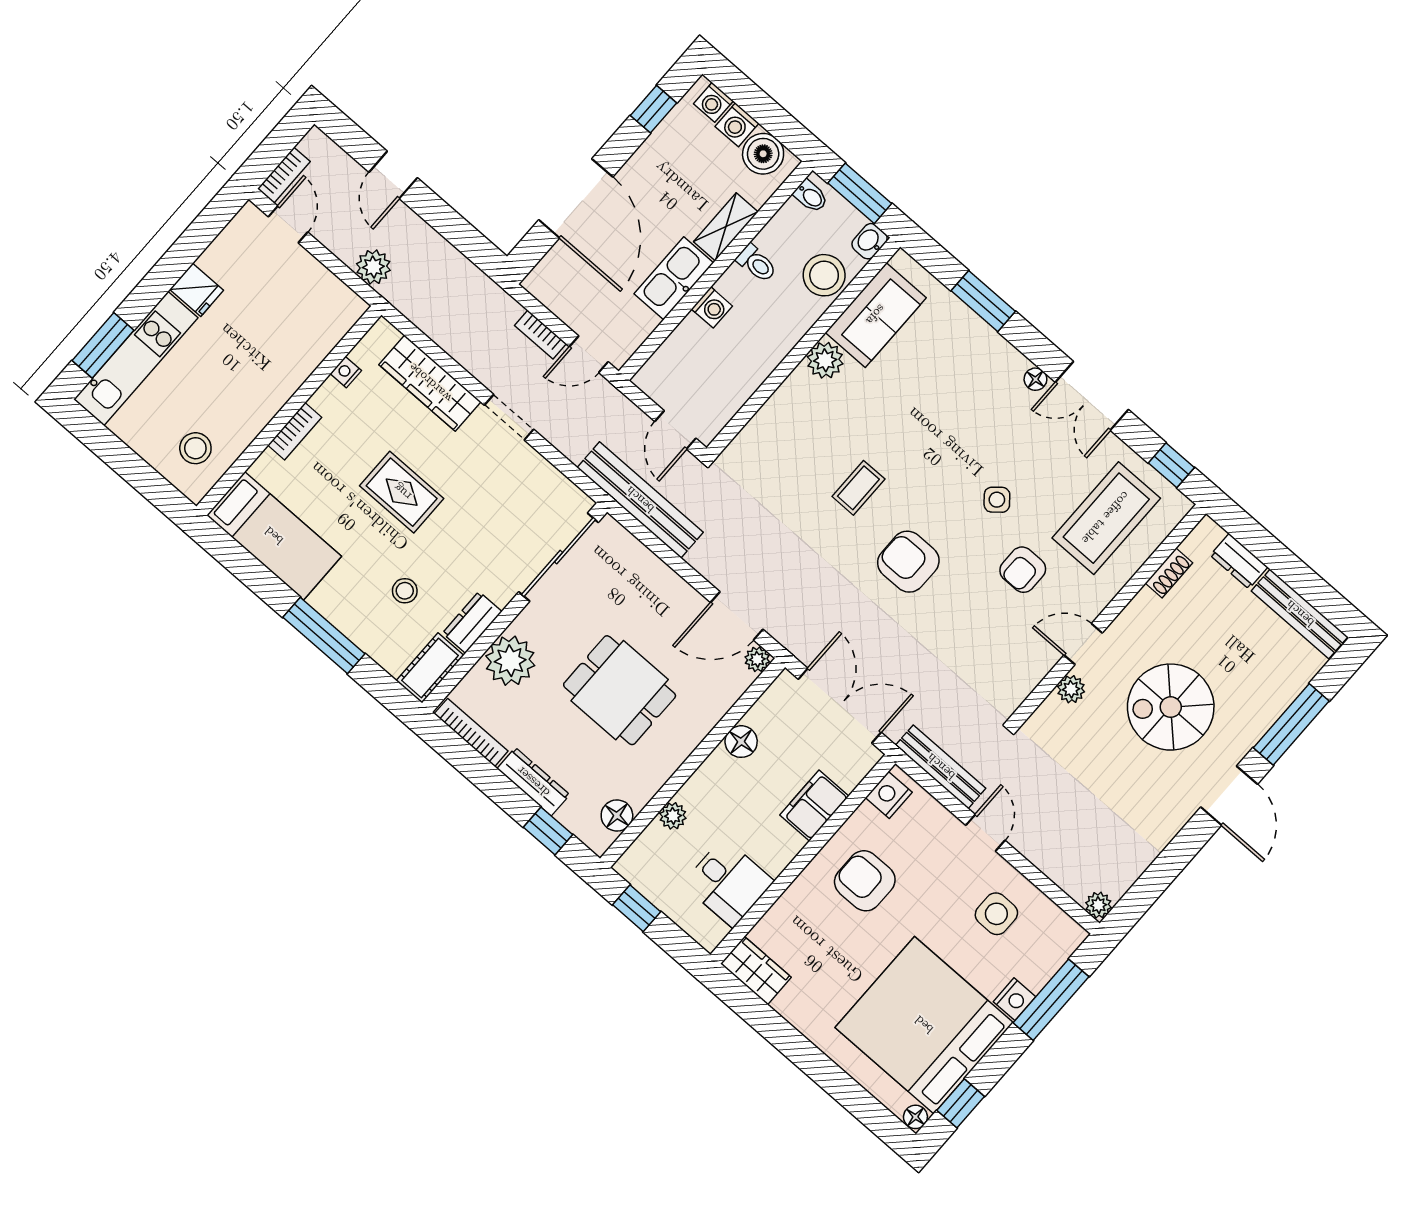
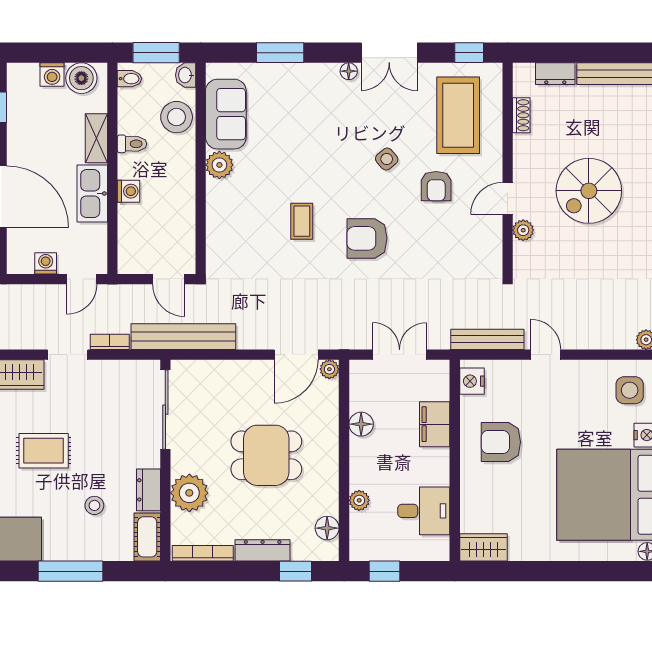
washing machine: (713, 102) -> (46, 263), moved, turned 180
bookcase: (540, 335) -> (110, 342), moved, turned 180
double door: (840, 706) -> (400, 355), width x0.73
side table: (996, 914) -> (630, 390), moved

